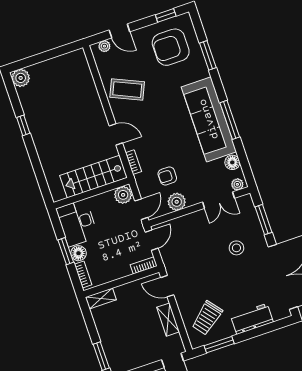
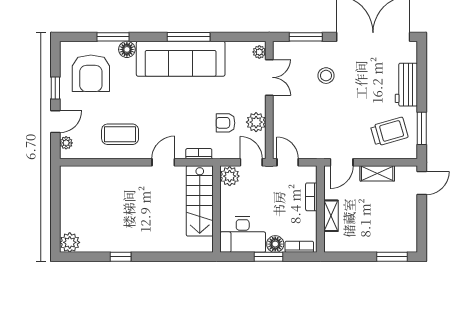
window: (166, 15) -> (55, 88), moved
coffee table: (127, 90) -> (120, 134), turned 66
floor lamp: (232, 162) -> (127, 49), moved
armchair: (167, 176) -> (225, 123), turned 90
bookcase: (144, 265) -> (311, 197), moved
shelving: (101, 298) -> (331, 216), moved
trolley: (207, 318) -> (389, 132), turned -67

